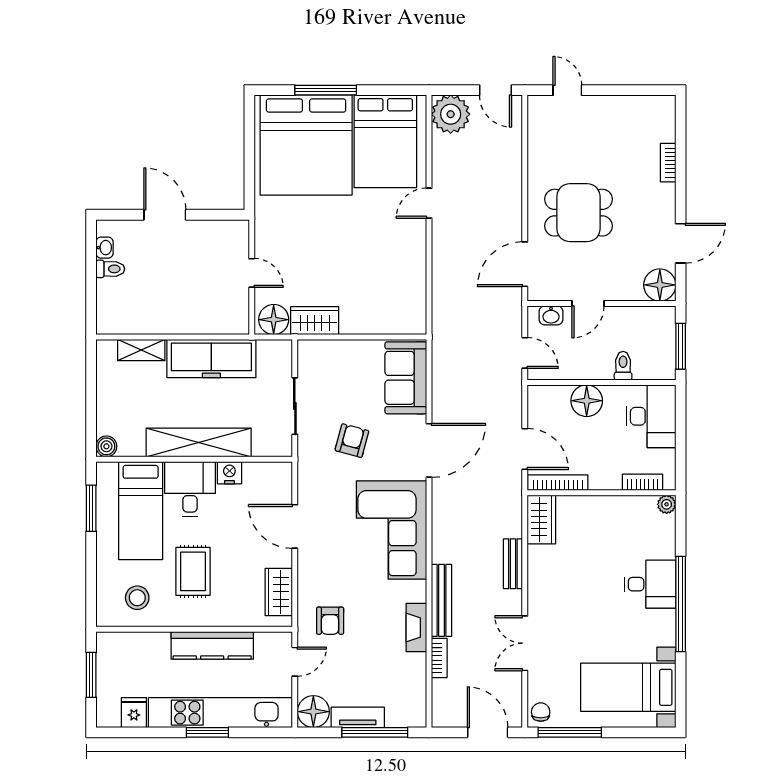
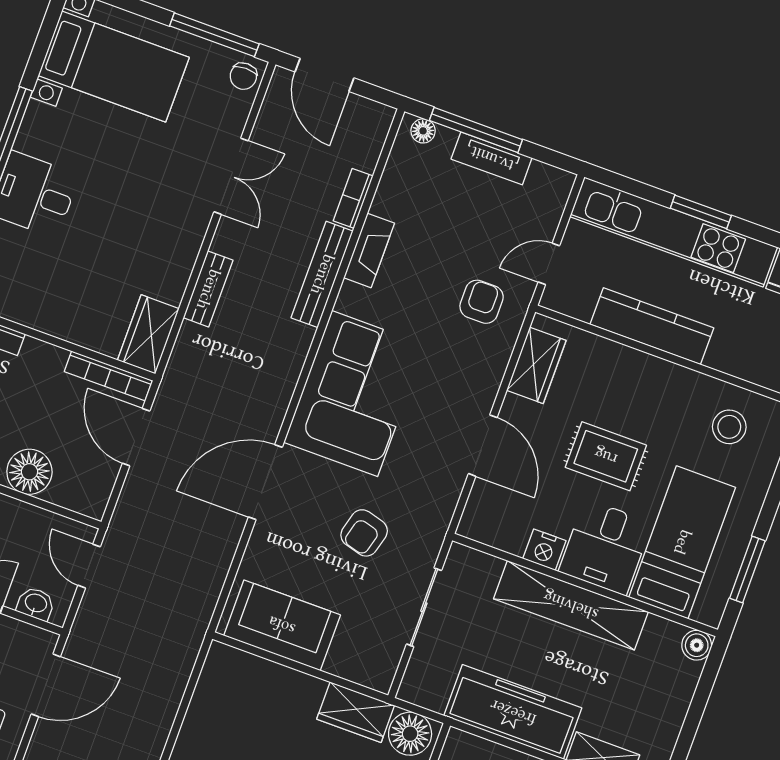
sofa: (406, 378) -> (282, 625), moved, turned -90
rug: (193, 571) -> (606, 456), moved, turned 90
floor lamp: (313, 712) -> (423, 131), moved, width x0.53, depth x0.53

